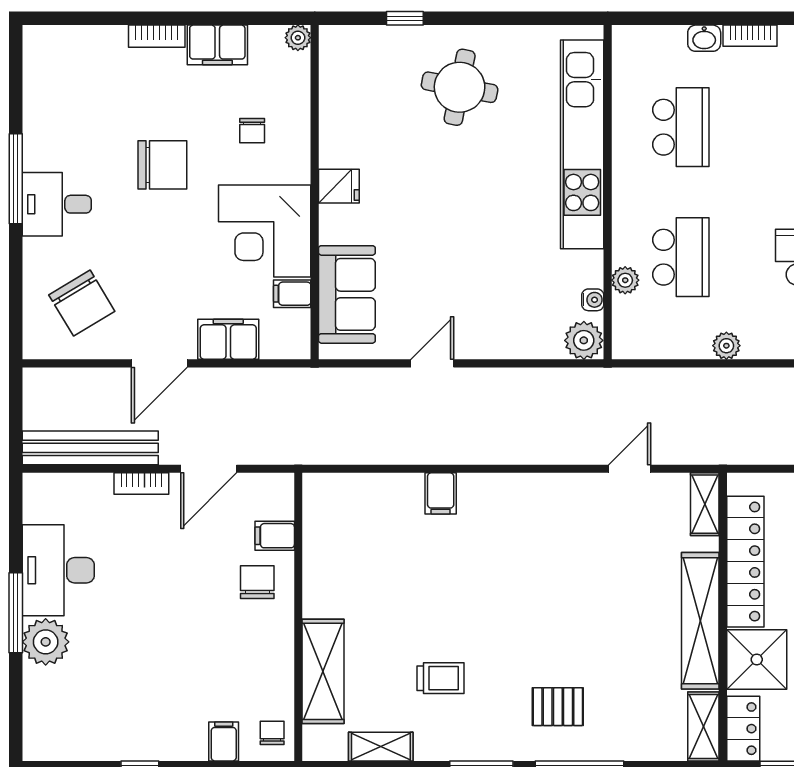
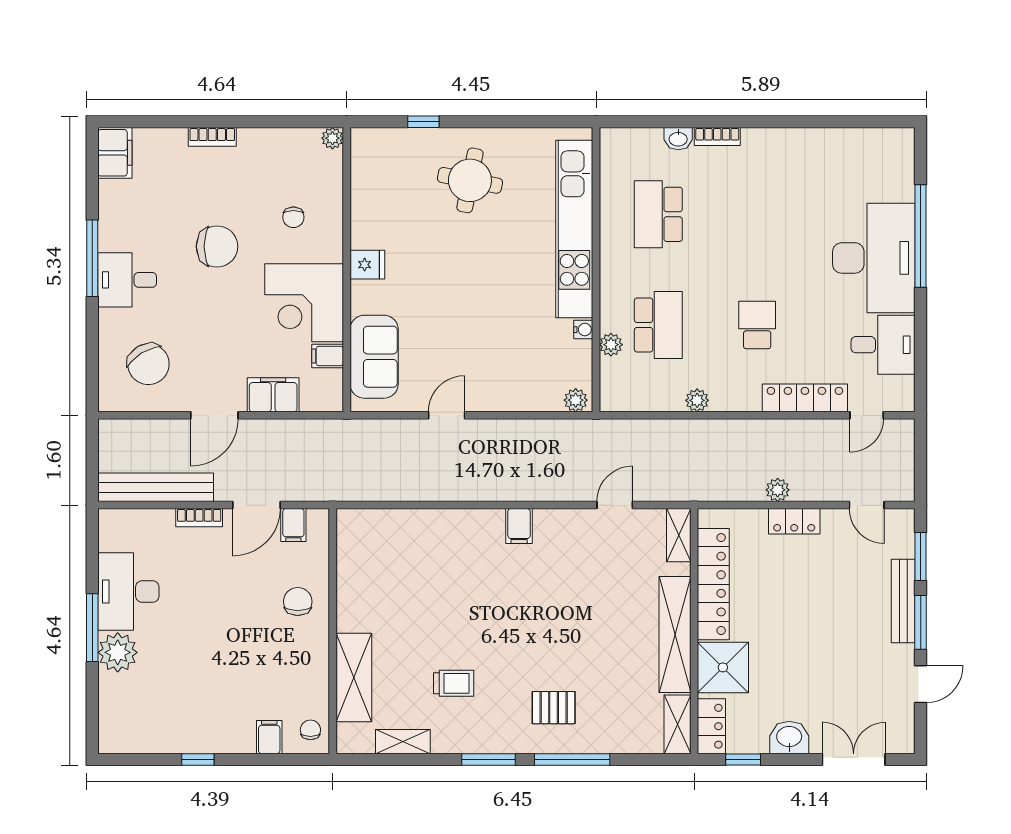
filing cabinet: (217, 45) -> (115, 153), moved, turned -90
school desk: (681, 127) -> (658, 214), turned 180
water cooler: (593, 300) -> (583, 330), moved
plant: (584, 340) -> (576, 400), width x0.73, depth x0.73
filing cabinet: (441, 493) -> (519, 526), moved
filing cabinet: (275, 536) -> (293, 525), moved, turned -90

